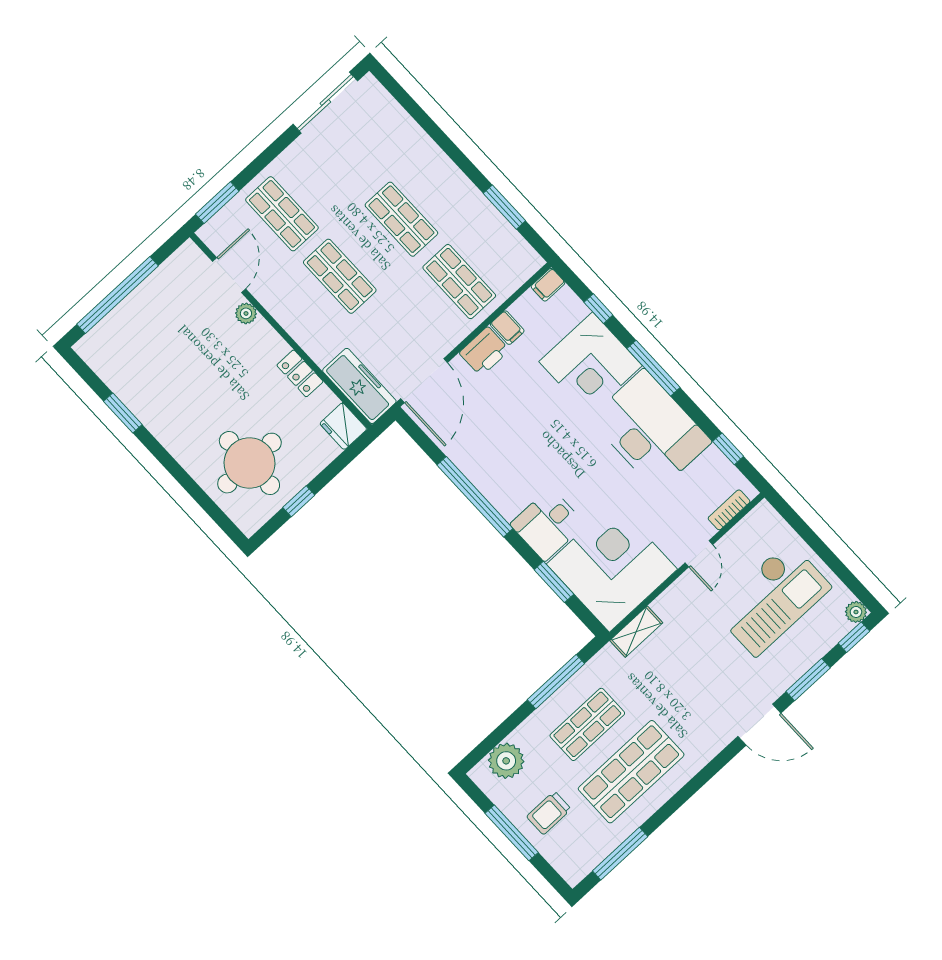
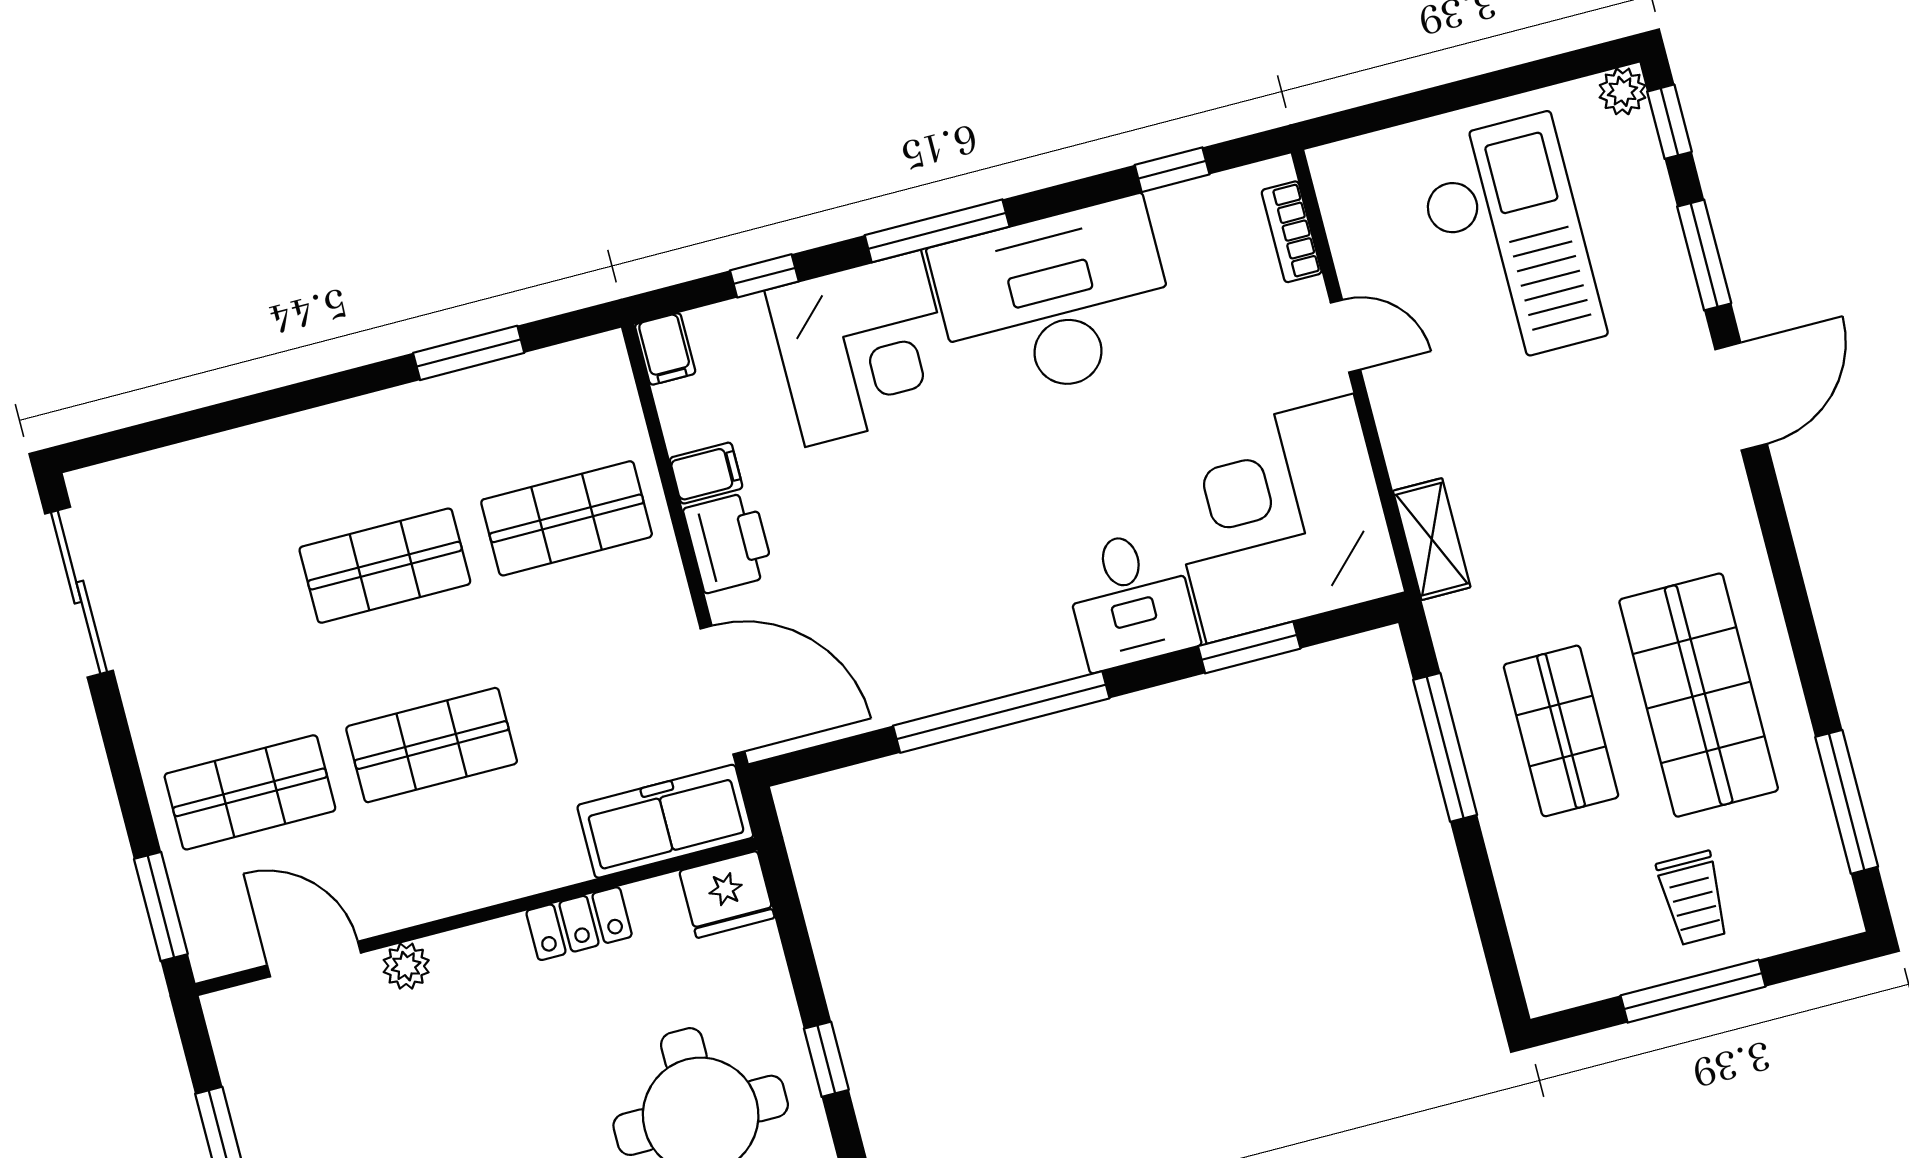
plant: (506, 761) -> (1547, 927), removed

